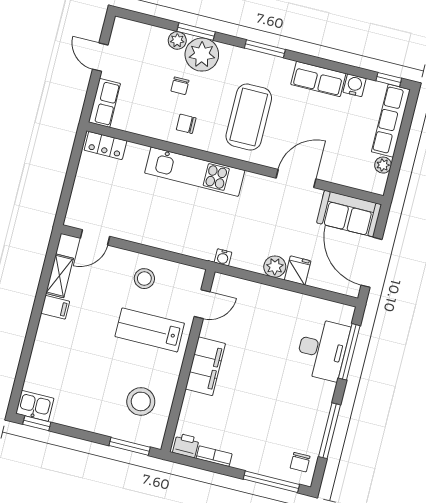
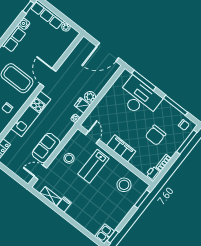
door: (296, 179) -> (48, 77), moved
sofa: (349, 214) -> (46, 148), moved, turned 180
door: (95, 237) -> (40, 172), swing flipped
fridge: (298, 270) -> (82, 105), moved
desk: (322, 349) -> (139, 98), width x1.36, depth x1.30
chair: (258, 419) -> (156, 135), added

